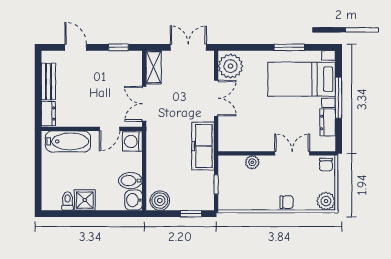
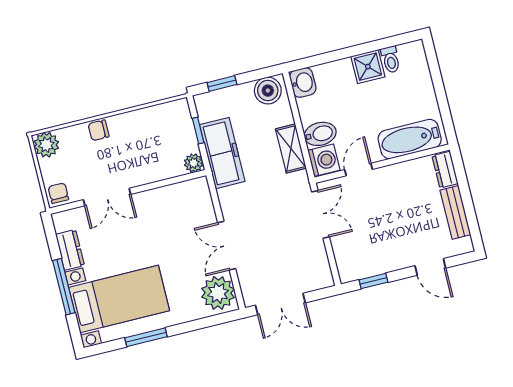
shelving: (154, 67) -> (291, 148), moved
freezer: (203, 146) -> (222, 153), moved
plant: (252, 162) -> (194, 163), moved
bidet: (130, 181) -> (320, 134), moved

